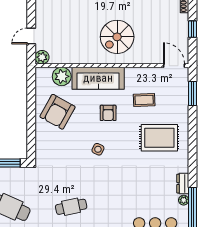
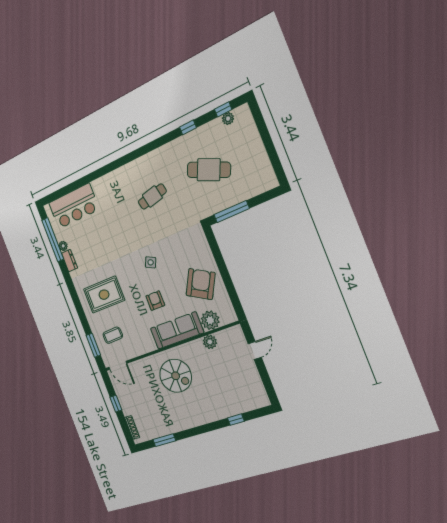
spiral stairs: (117, 37) -> (176, 376), turned 90
plant: (42, 57) -> (210, 342), moved
coffee table: (144, 100) -> (113, 335), moved

